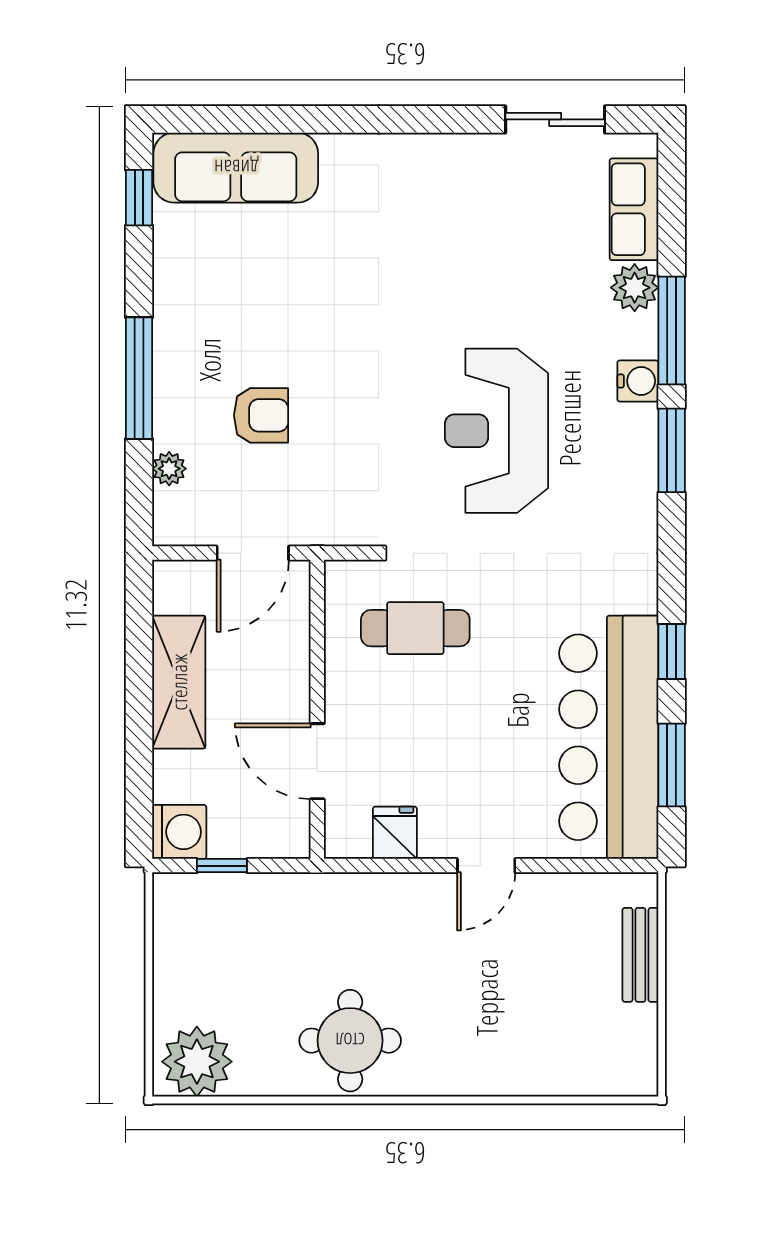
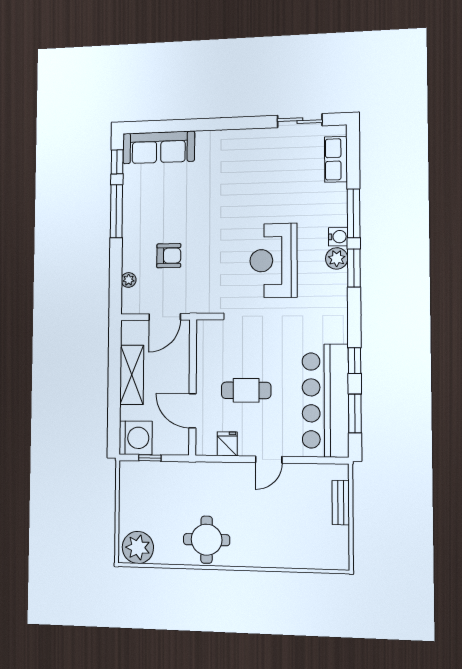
plant: (635, 288) -> (337, 258), moved
window: (139, 378) -> (116, 211), moved
cafe table: (415, 628) -> (246, 390), moved
washing machine: (179, 832) -> (136, 438), width x1.37, depth x1.37

